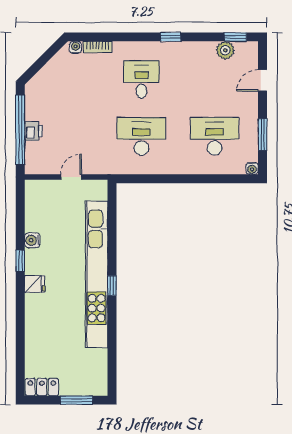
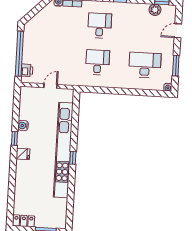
printer: (33, 131) -> (27, 70), moved
desk: (141, 136) -> (97, 62), width x0.73

